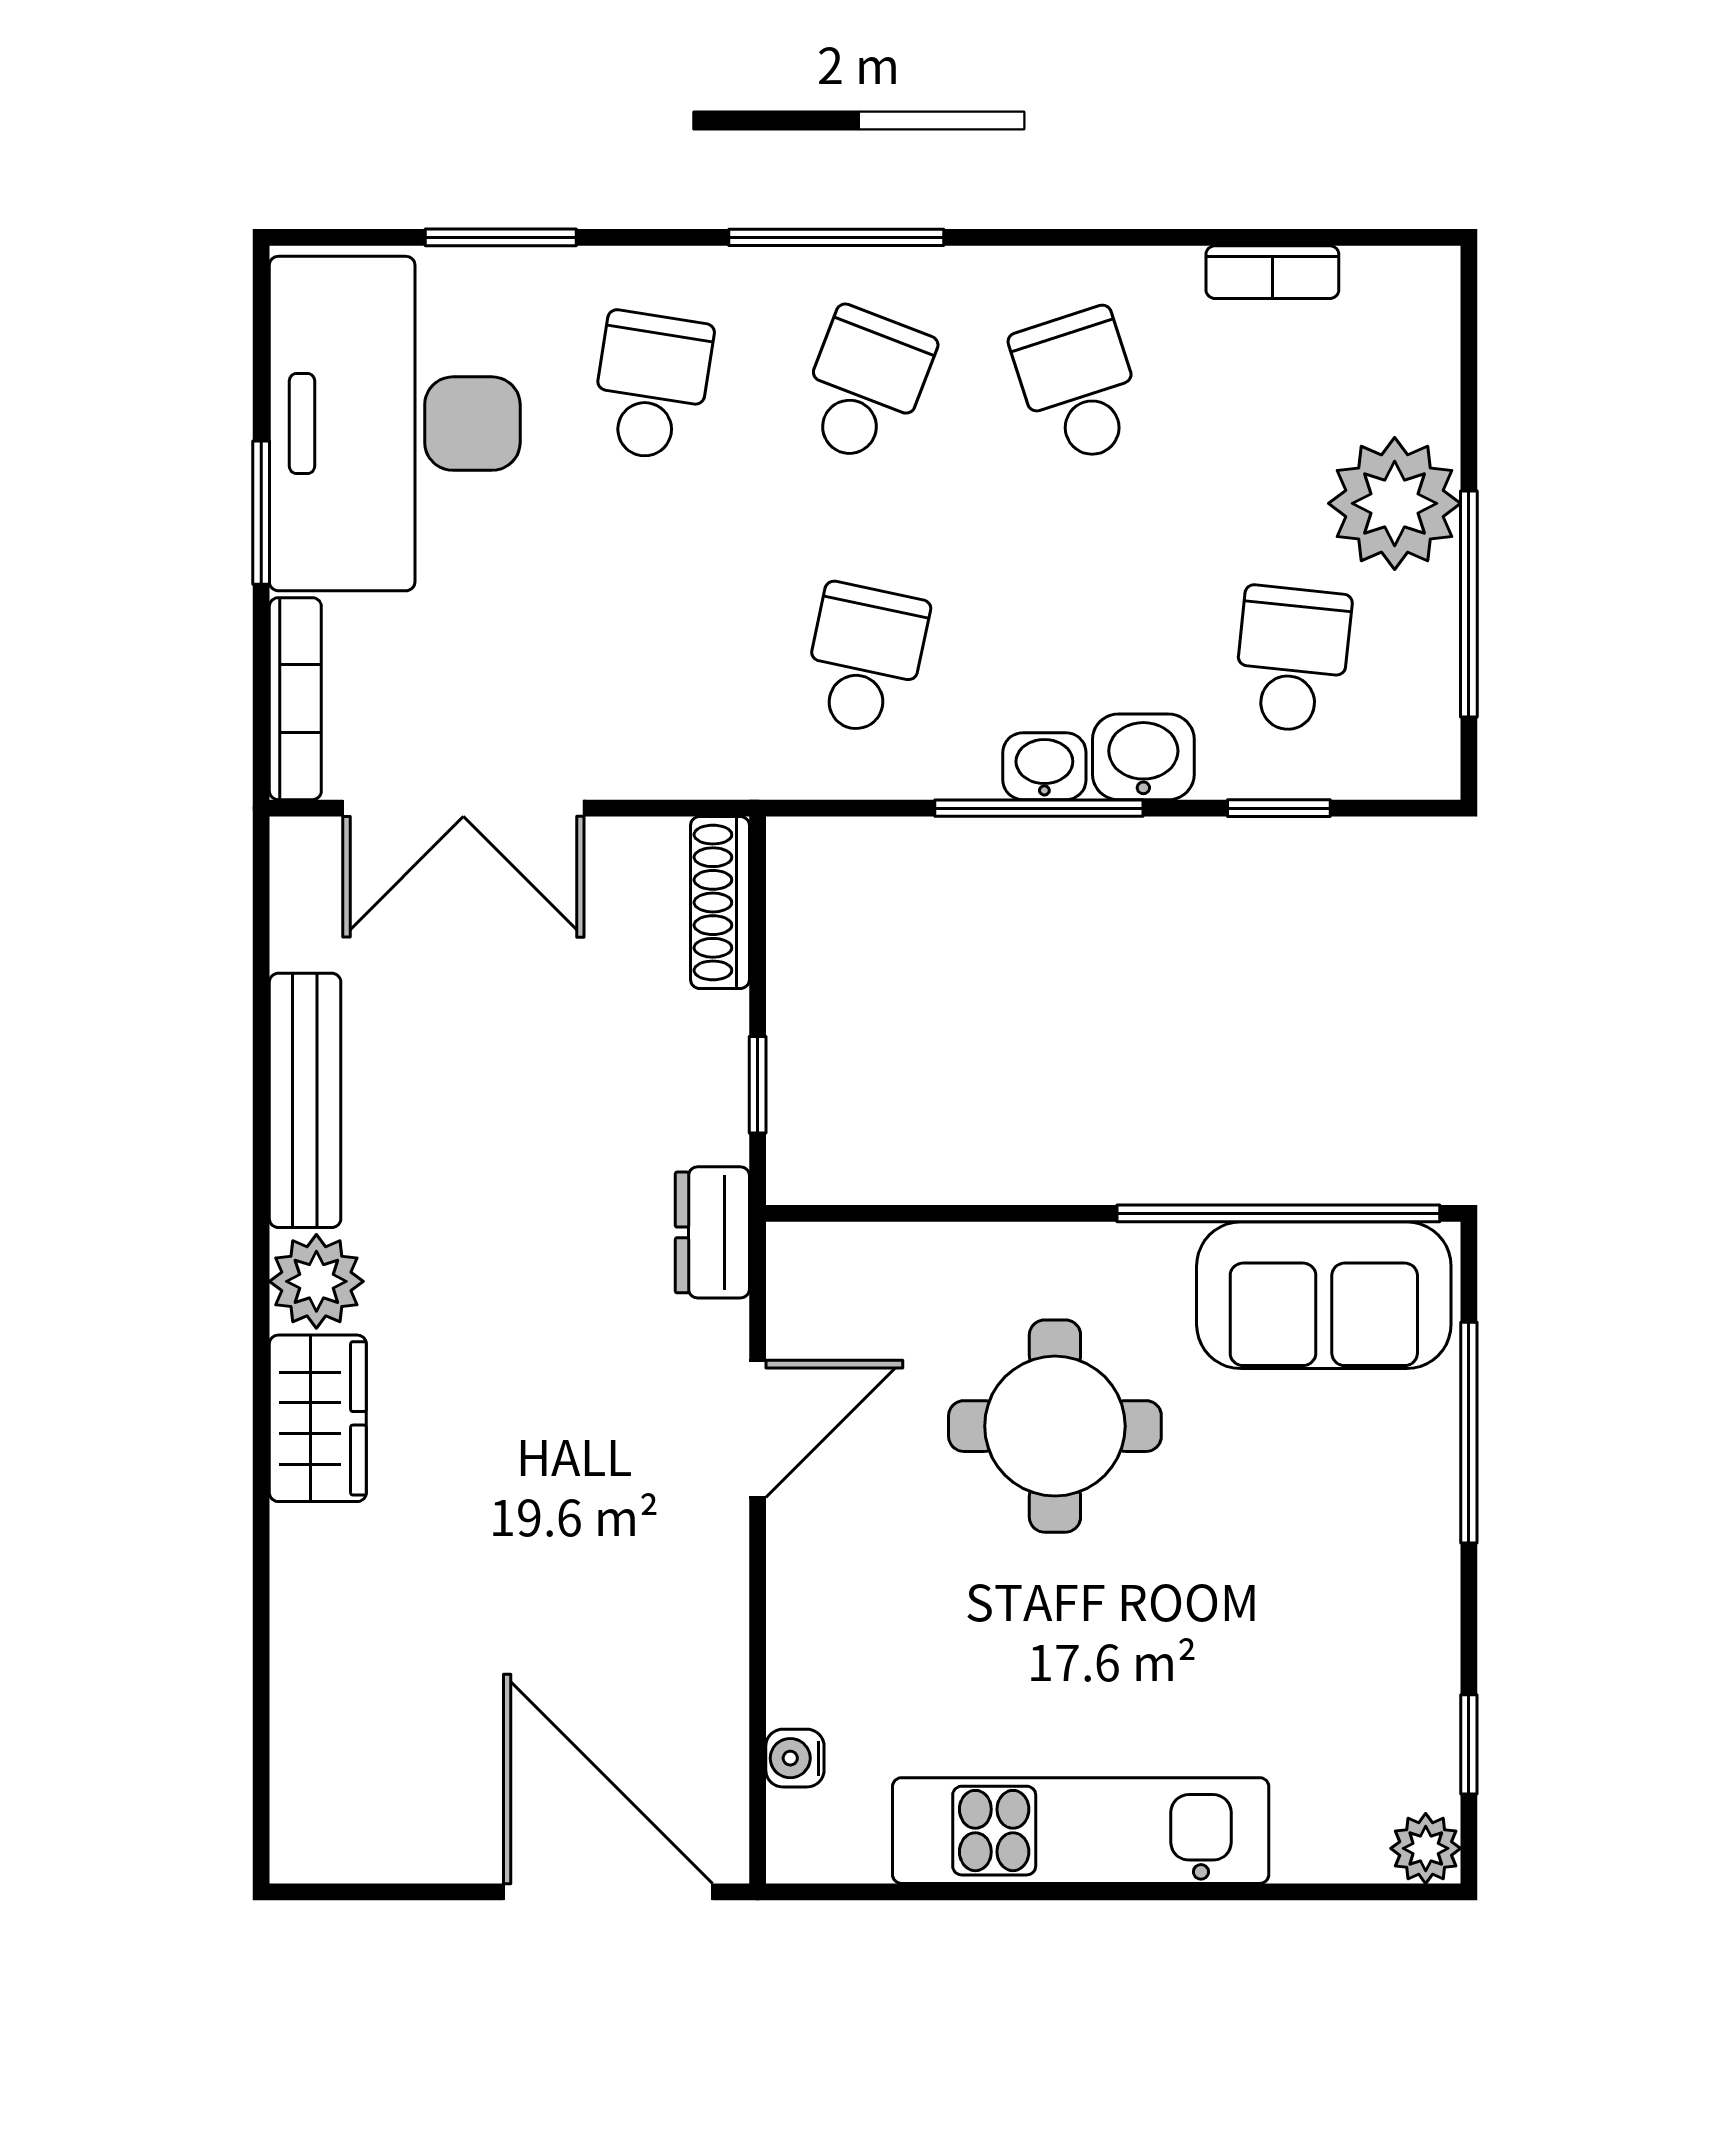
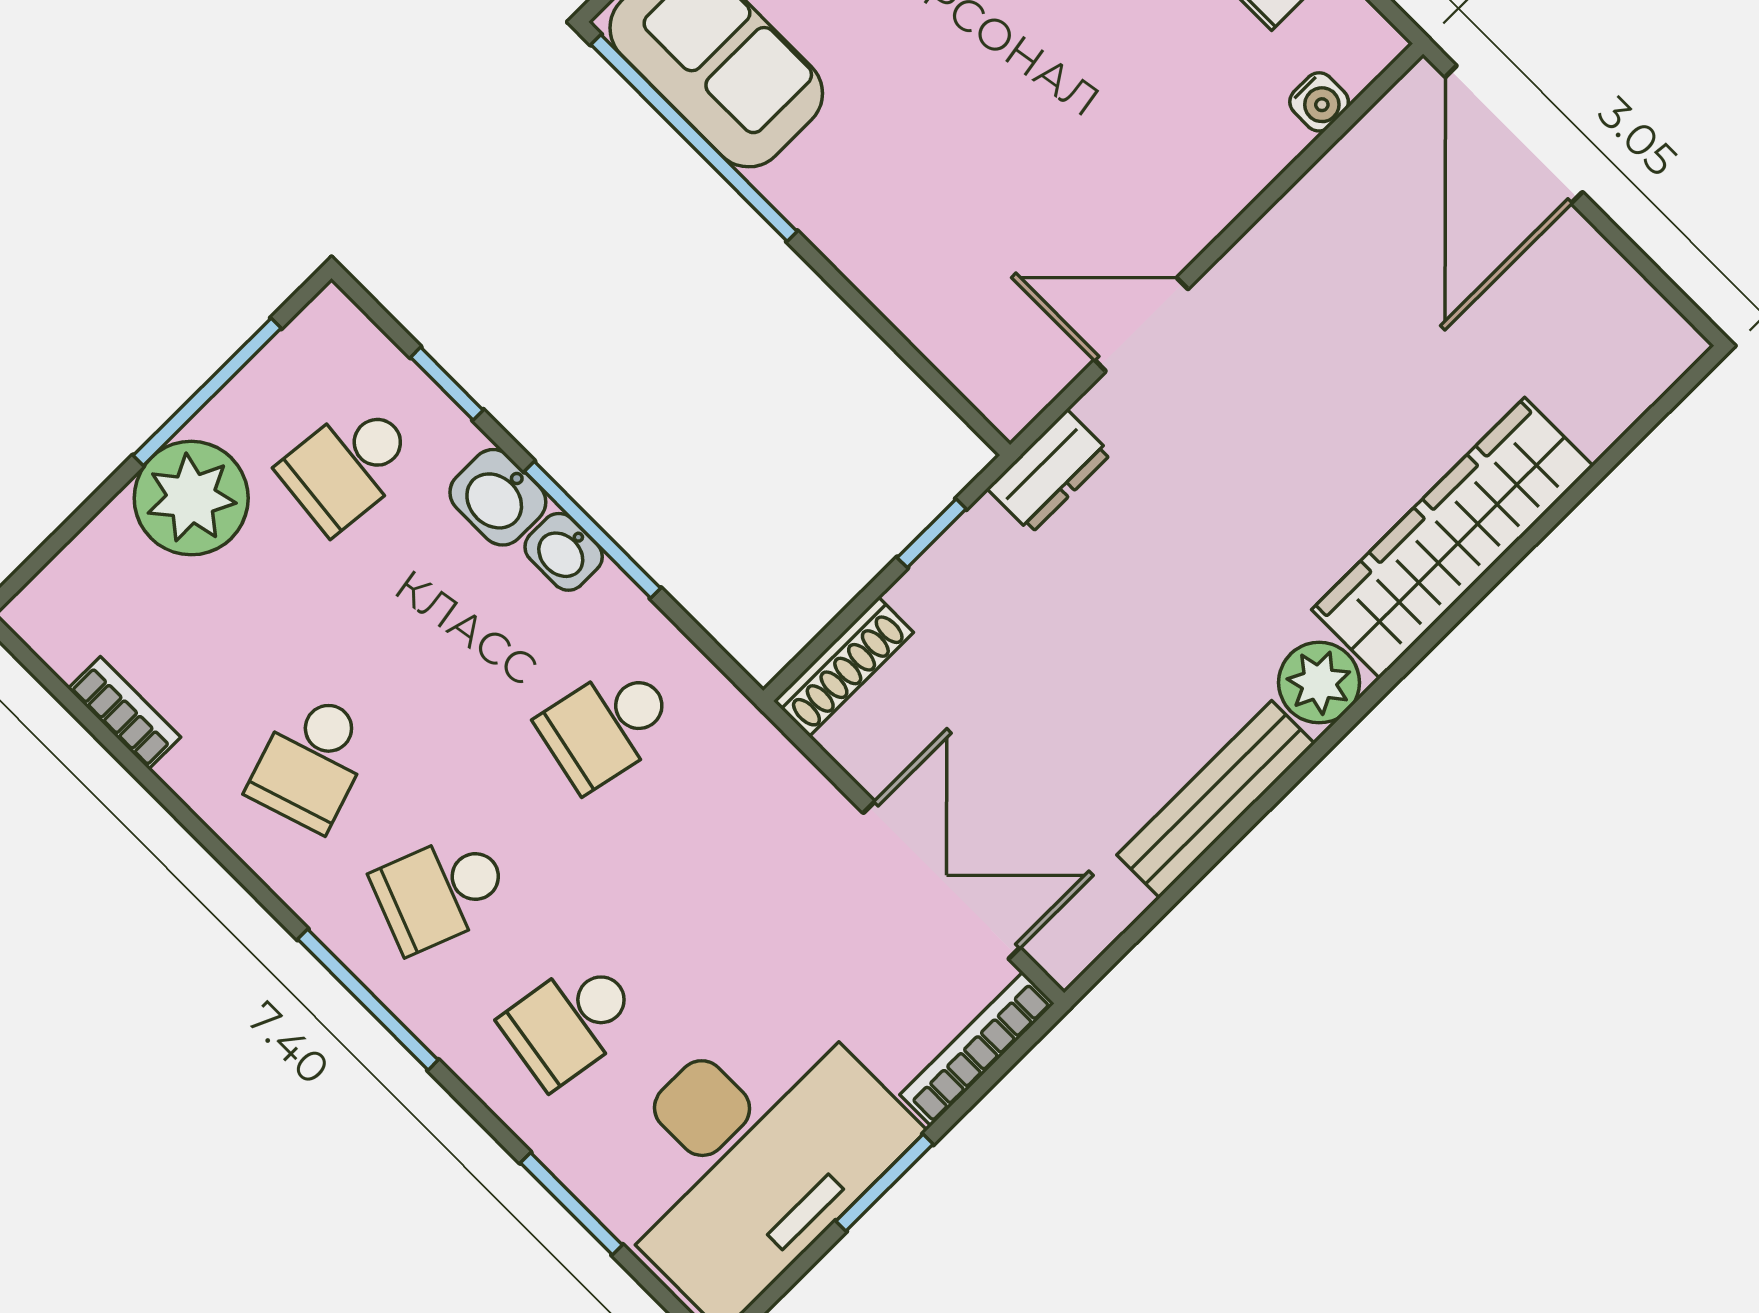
wardrobe: (318, 1418) -> (1452, 538), width x2.10, depth x1.17
round table: (1055, 1426) -> (959, 145), removed

